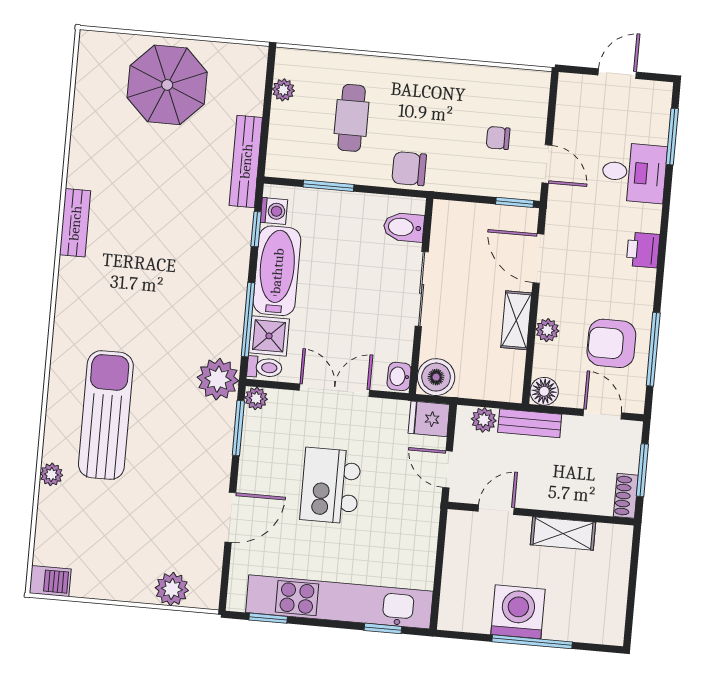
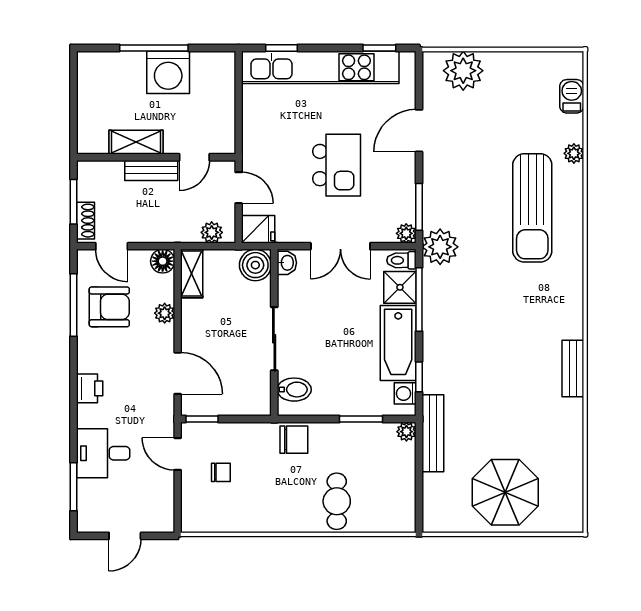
plant: (283, 90) -> (406, 432), moved
cafe table: (352, 118) -> (337, 501), moved
shelving: (516, 320) -> (192, 274), moved
bench: (530, 423) -> (151, 170), moved
shoe rack: (626, 496) -> (86, 221), moved
barbecue: (50, 581) -> (572, 96), moved, turned 90
plant: (172, 589) -> (463, 71), width x1.36, depth x1.36

